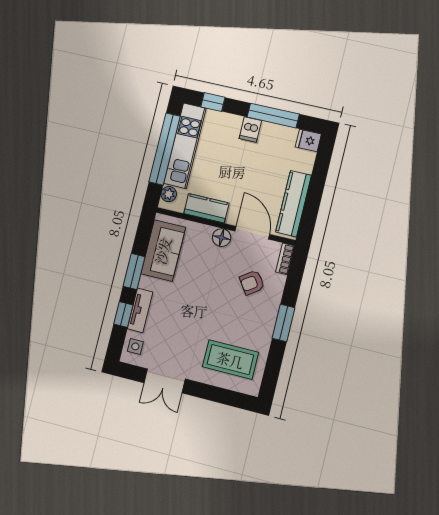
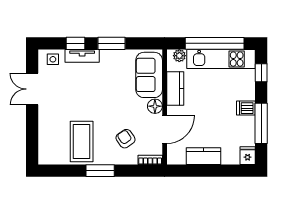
kitchen counter: (294, 204) -> (204, 156), width x0.67
sofa: (163, 251) -> (149, 75), moved, turned 90
coffee table: (230, 360) -> (82, 141), moved

